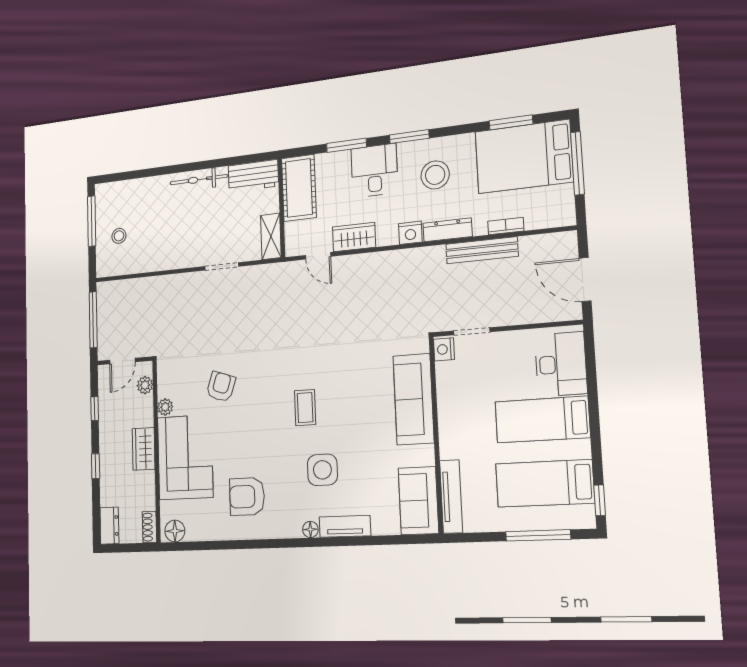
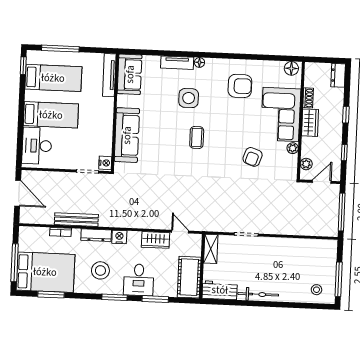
stool: (119, 236) -> (316, 290), moved
shoe rack: (149, 527) -> (308, 98), moved

